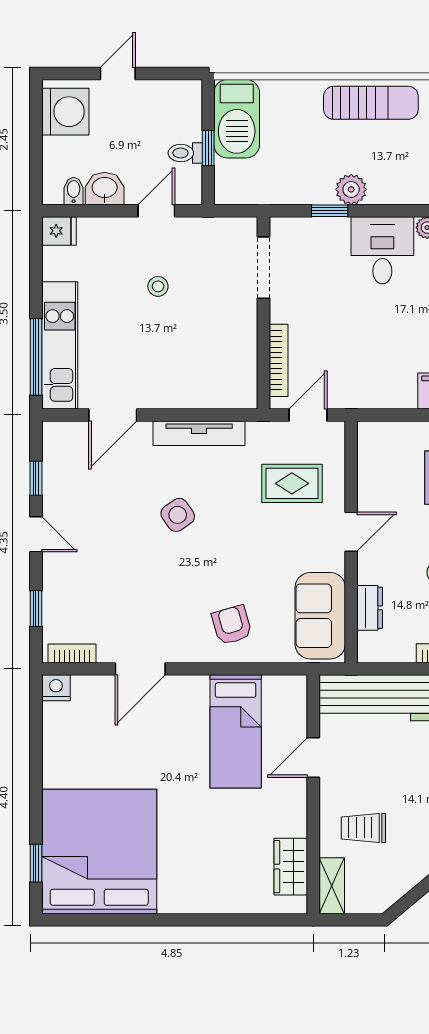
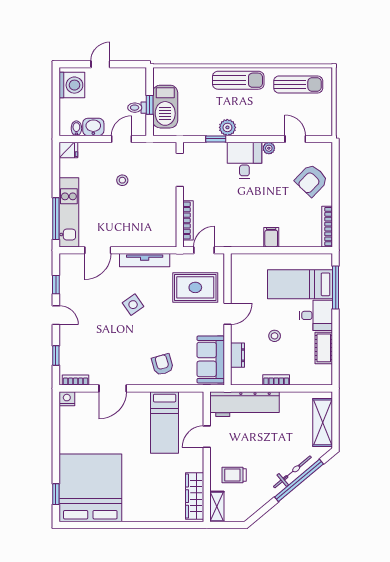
barbecue: (237, 119) -> (165, 107), moved
rug: (292, 483) -> (195, 287), width x1.36, depth x1.43
wardrobe: (291, 867) -> (195, 496), width x1.50

